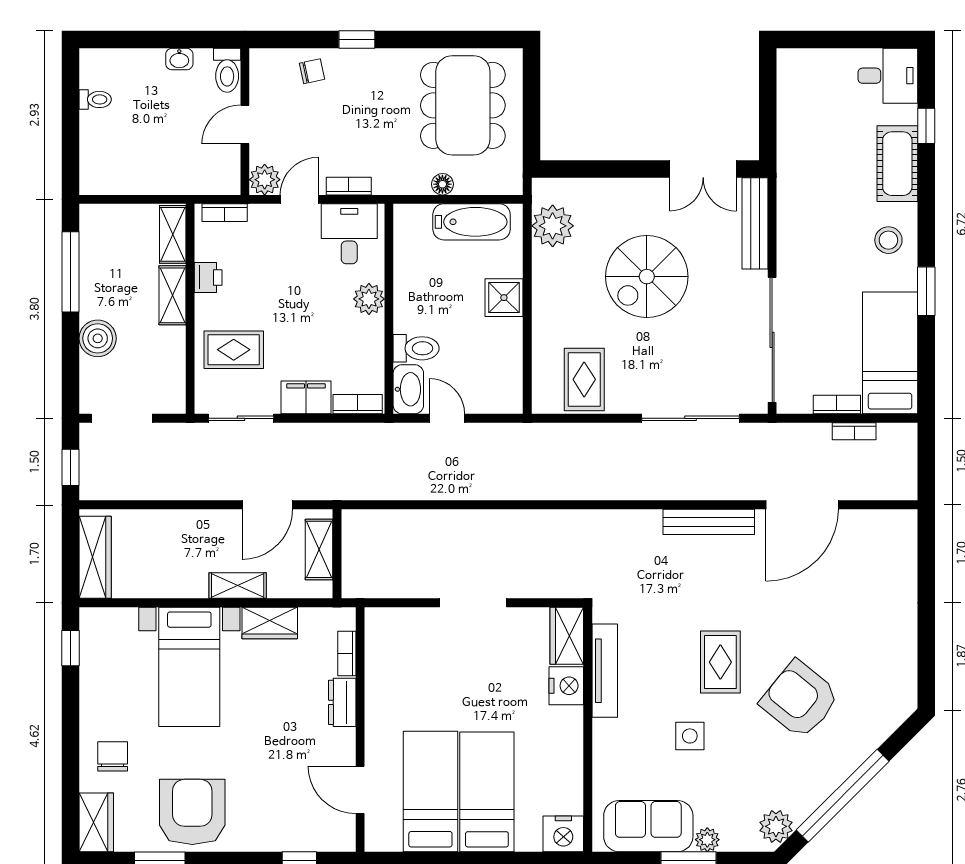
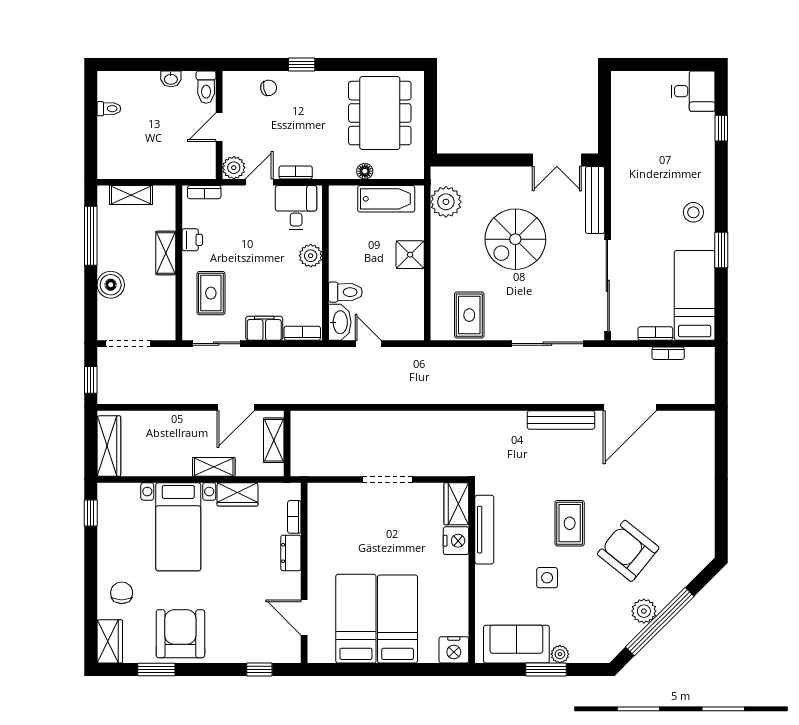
cot: (897, 164) -> (700, 156), removed
shelving: (173, 234) -> (131, 195), moved, turned 90
rug: (234, 350) -> (211, 293), turned 90
plant: (776, 826) -> (644, 611), moved

